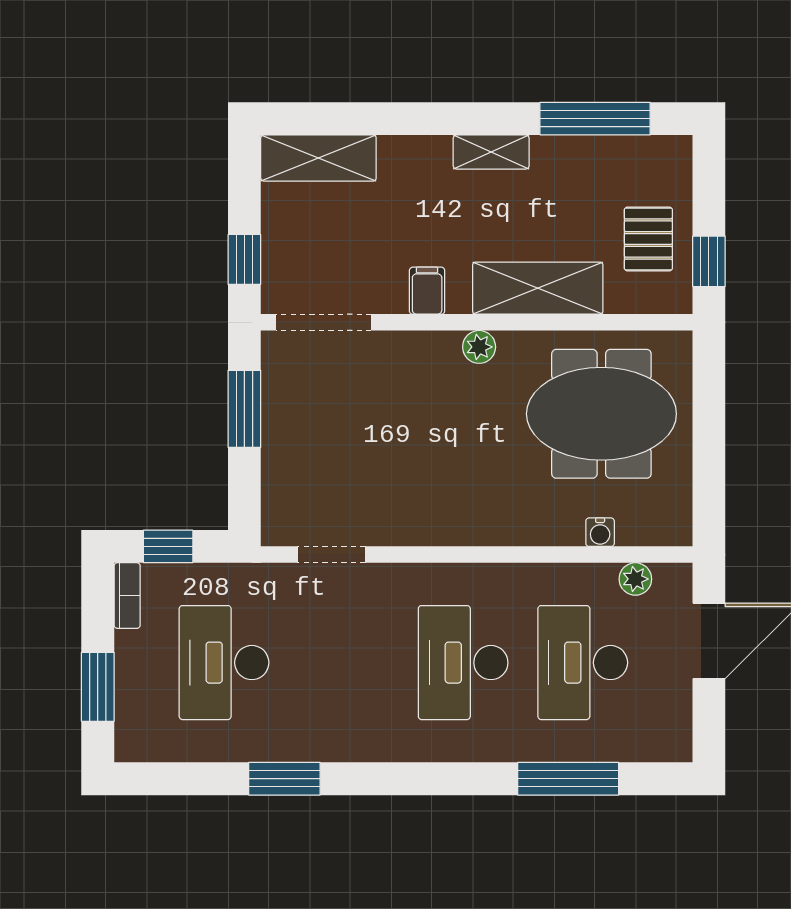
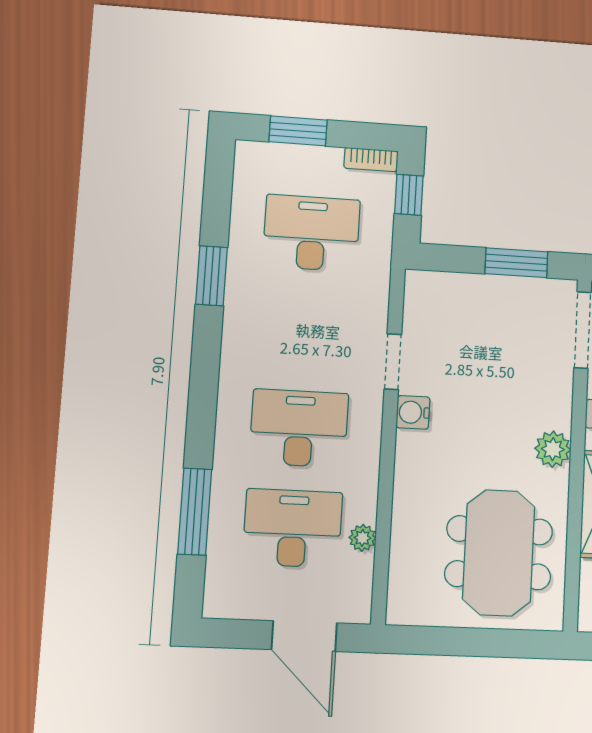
plant: (479, 347) -> (553, 449), width x1.38, depth x1.38
water cooler: (600, 532) -> (413, 412), moved, width x1.38, depth x1.38
doorway: (331, 555) -> (393, 362), moved
plant: (635, 579) -> (362, 538), moved

